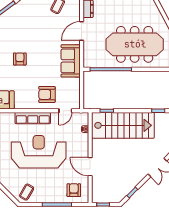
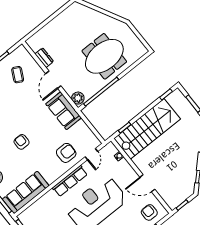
meeting table: (135, 44) -> (104, 56), width x0.73
plant: (89, 60) -> (78, 98), added
armchair: (47, 94) -> (66, 153), turned 180

